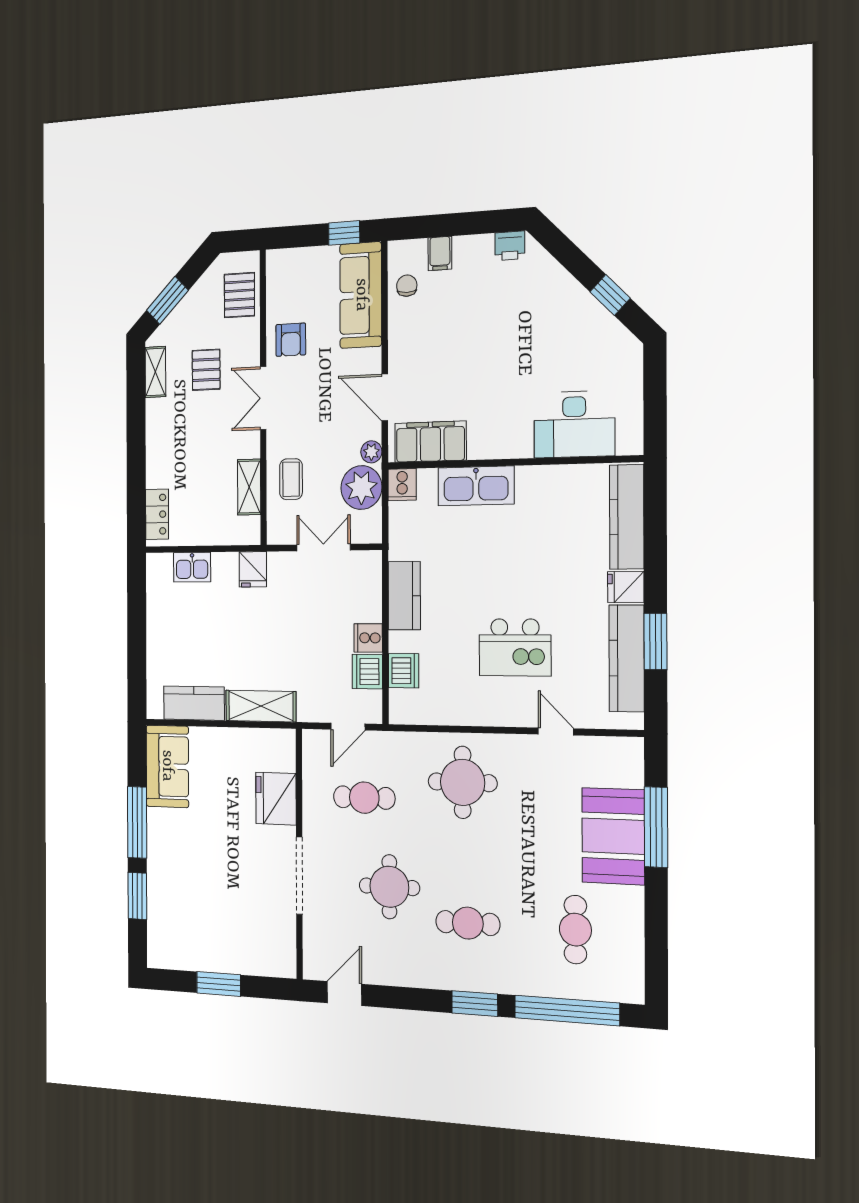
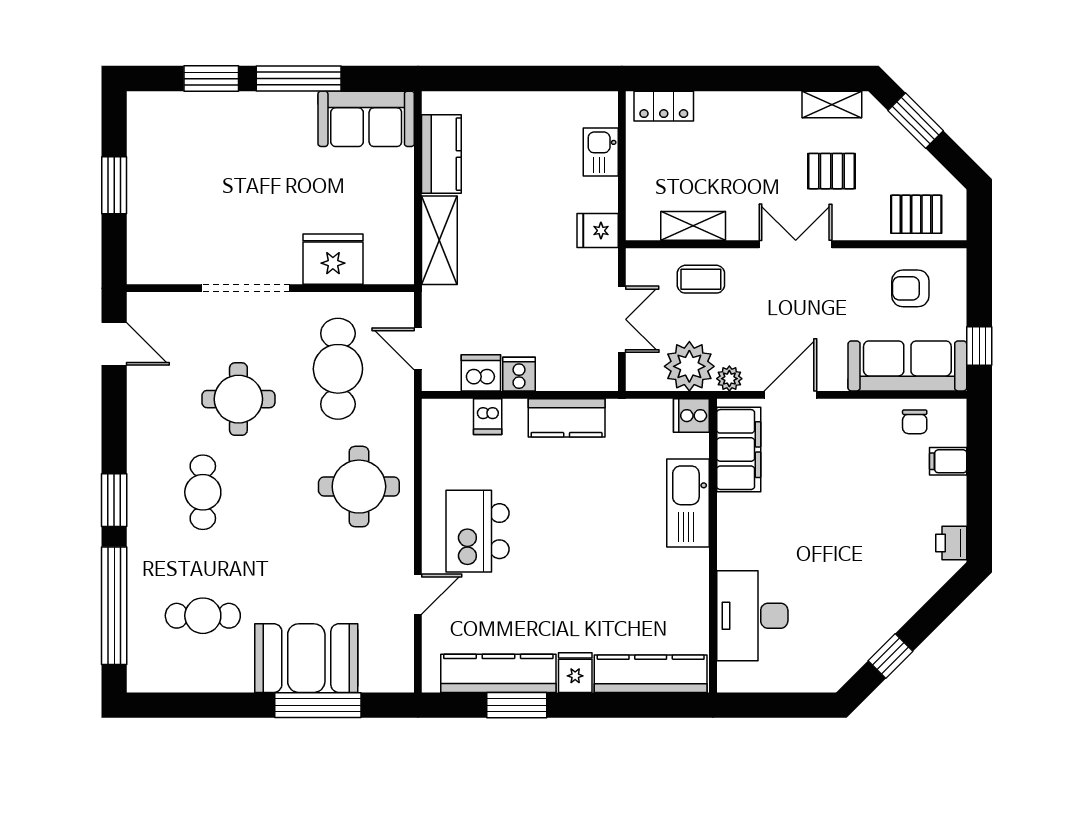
chair: (407, 286) -> (915, 422), turned 90
armchair: (291, 340) -> (910, 288), moved
kitchen island: (515, 647) -> (477, 531), moved
dishwasher: (404, 671) -> (488, 417), width x0.73
cafe table: (364, 798) -> (338, 369), width x1.37, depth x1.35

